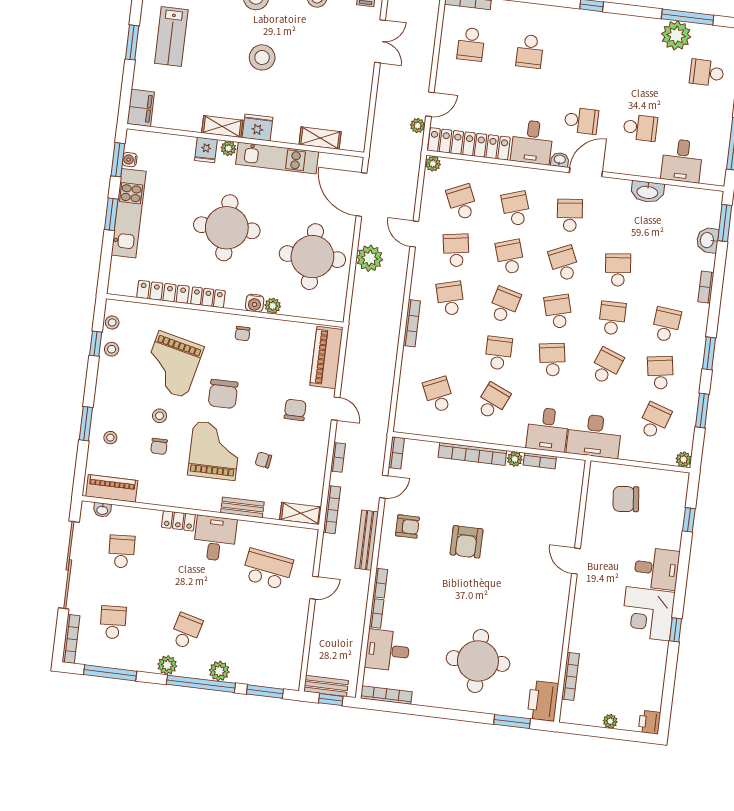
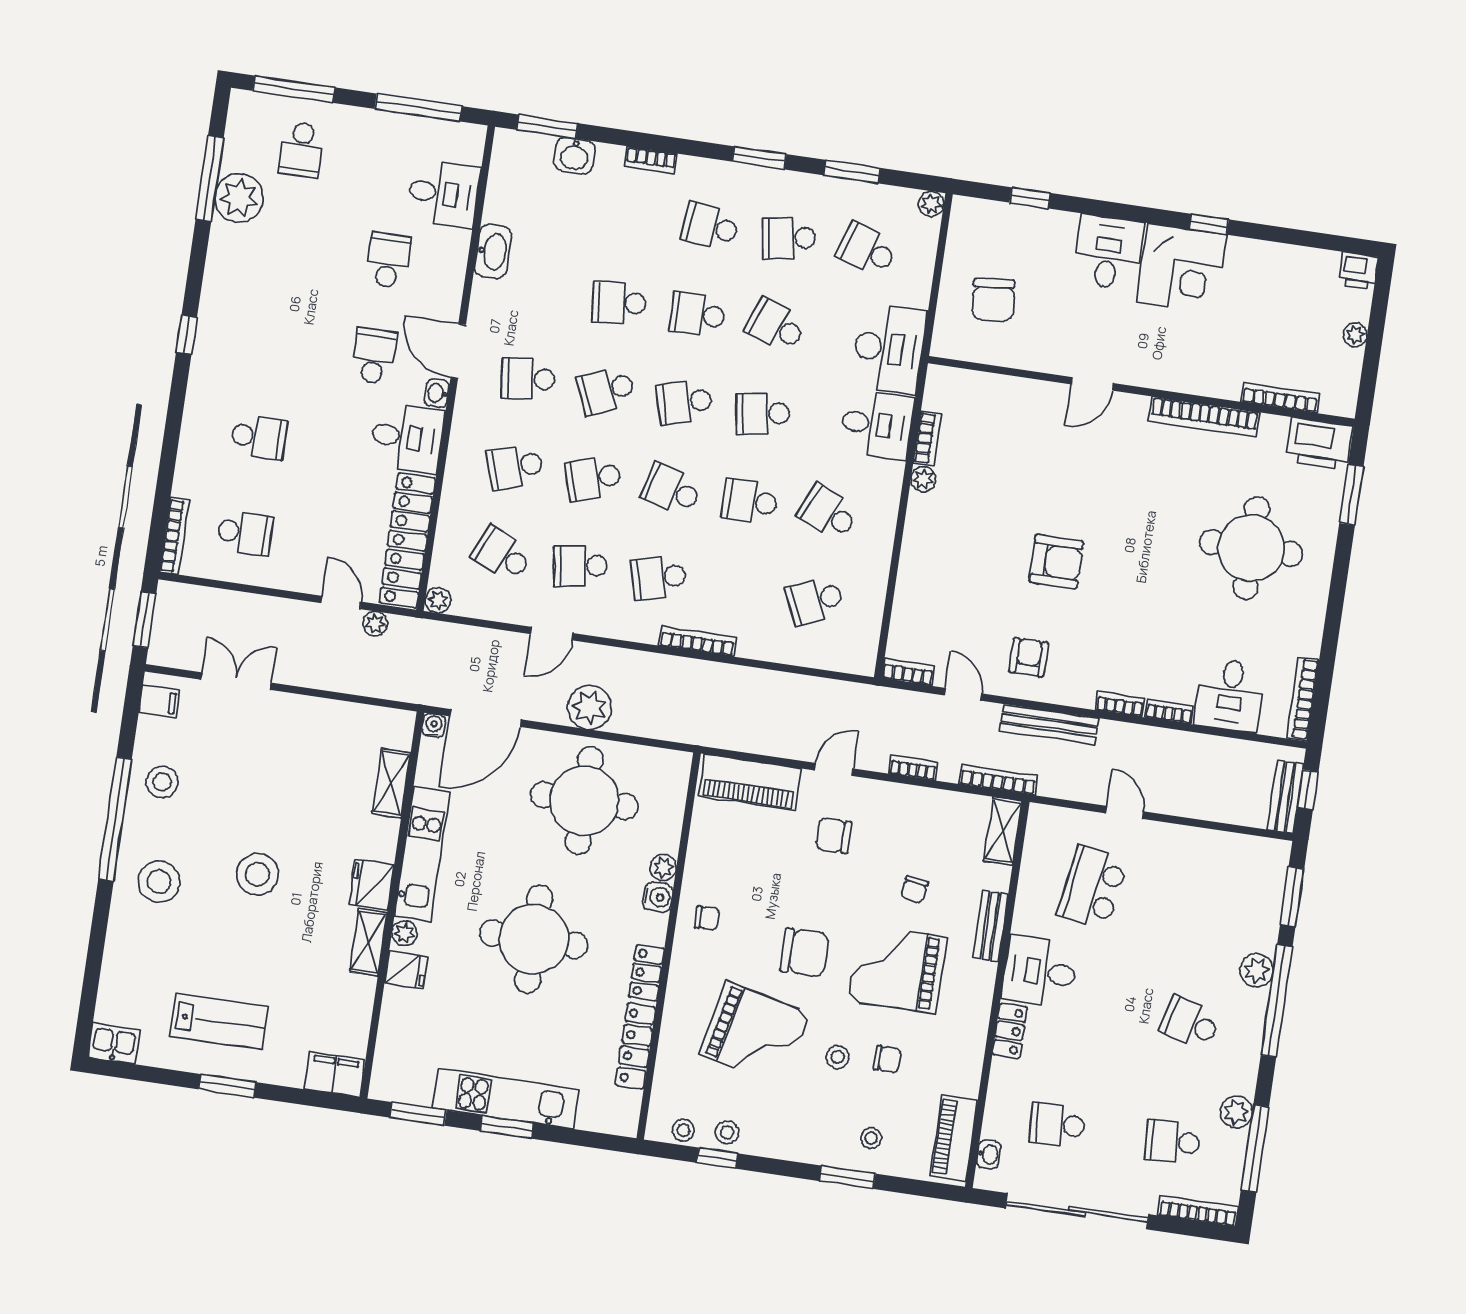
water cooler: (130, 160) -> (434, 725), moved, turned 180
school desk: (462, 202) -> (502, 554), turned 48
bookcase: (472, 454) -> (1204, 417), moved, turned 90
plant: (167, 665) -> (1236, 1112), moved

